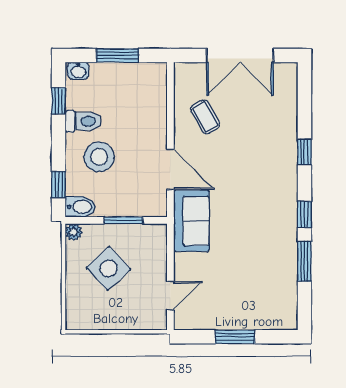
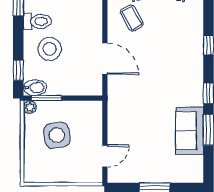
window: (123, 220) -> (46, 98), moved
sofa: (191, 221) -> (190, 131), moved, turned 180
side table: (108, 269) -> (57, 135), turned 35

